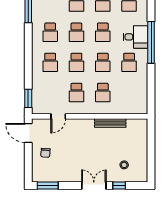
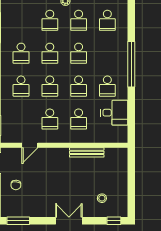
desk: (135, 37) -> (114, 113), moved
window: (119, 185) -> (114, 221), moved

